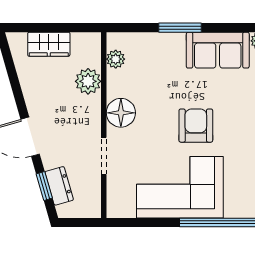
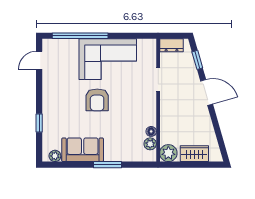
plant: (88, 81) -> (168, 153), moved
floor lamp: (121, 113) -> (151, 131), moved, width x0.53, depth x0.53
dresser: (59, 186) -> (171, 45), moved, turned -74

